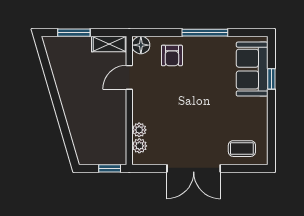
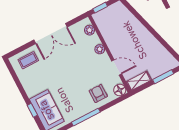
door: (129, 77) -> (117, 67), hinge flipped
plant: (139, 130) -> (100, 49), moved
double door: (194, 168) -> (51, 34), swing flipped

